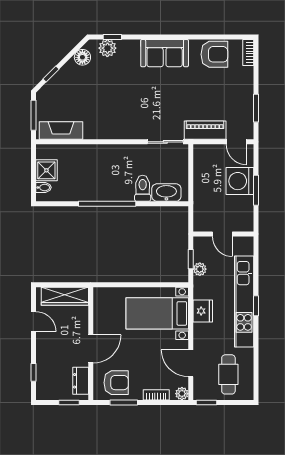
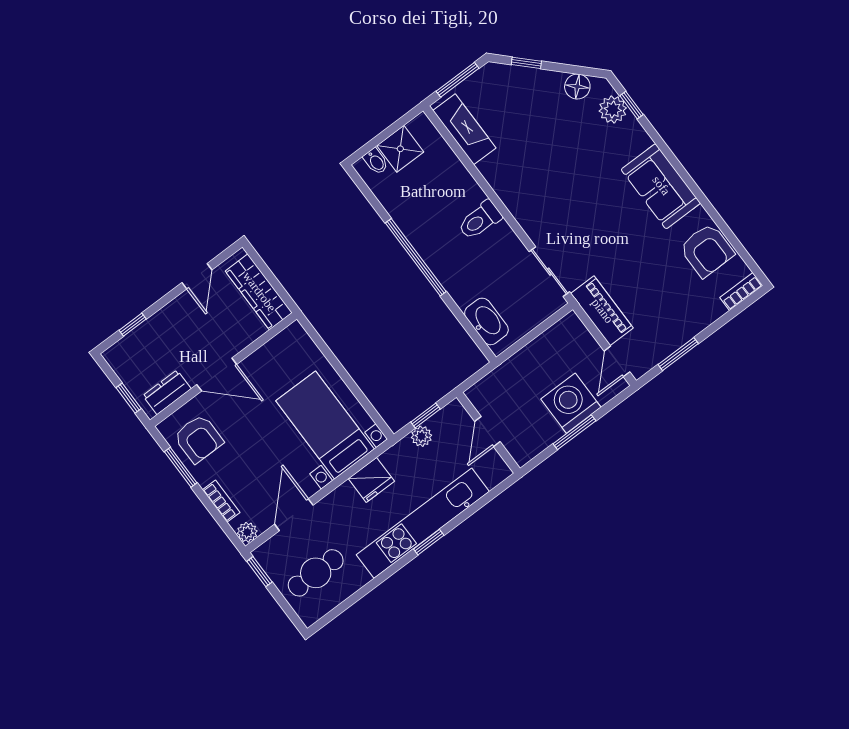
toilet: (143, 188) -> (480, 220), moved, turned 180

